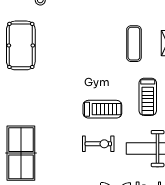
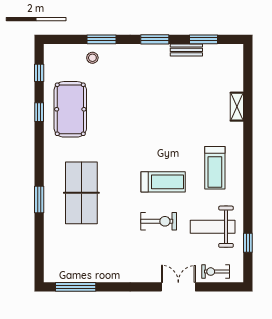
exercise mat: (134, 44) -> (199, 107), removed
table tennis table: (21, 153) -> (81, 193), moved

